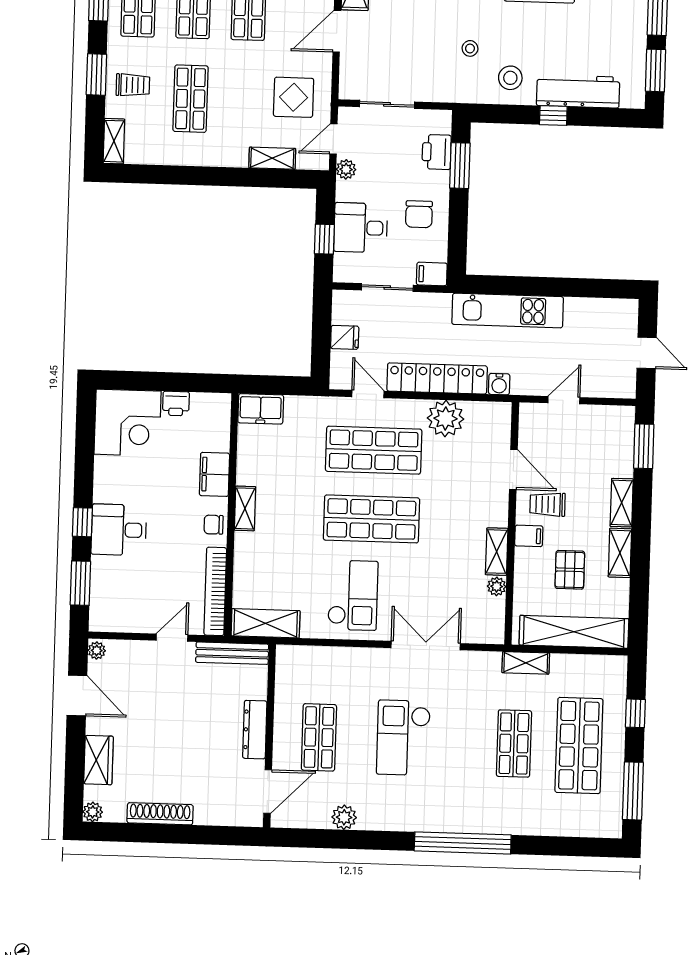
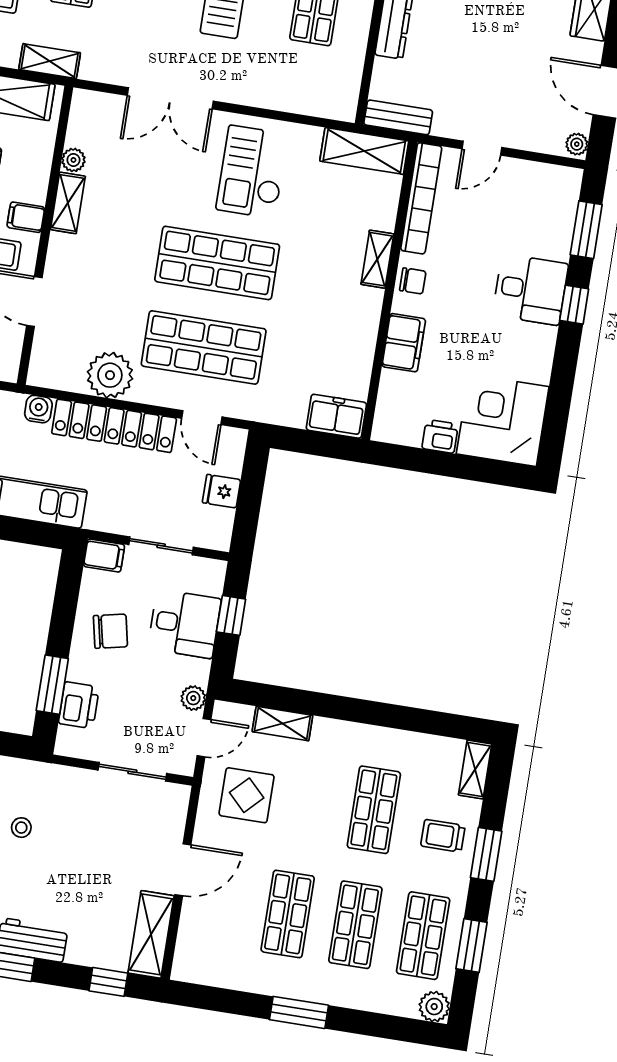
chair: (419, 214) -> (110, 631), turned 78
shelving: (245, 508) -> (377, 259), moved
bench: (232, 653) -> (398, 117), width x0.73

